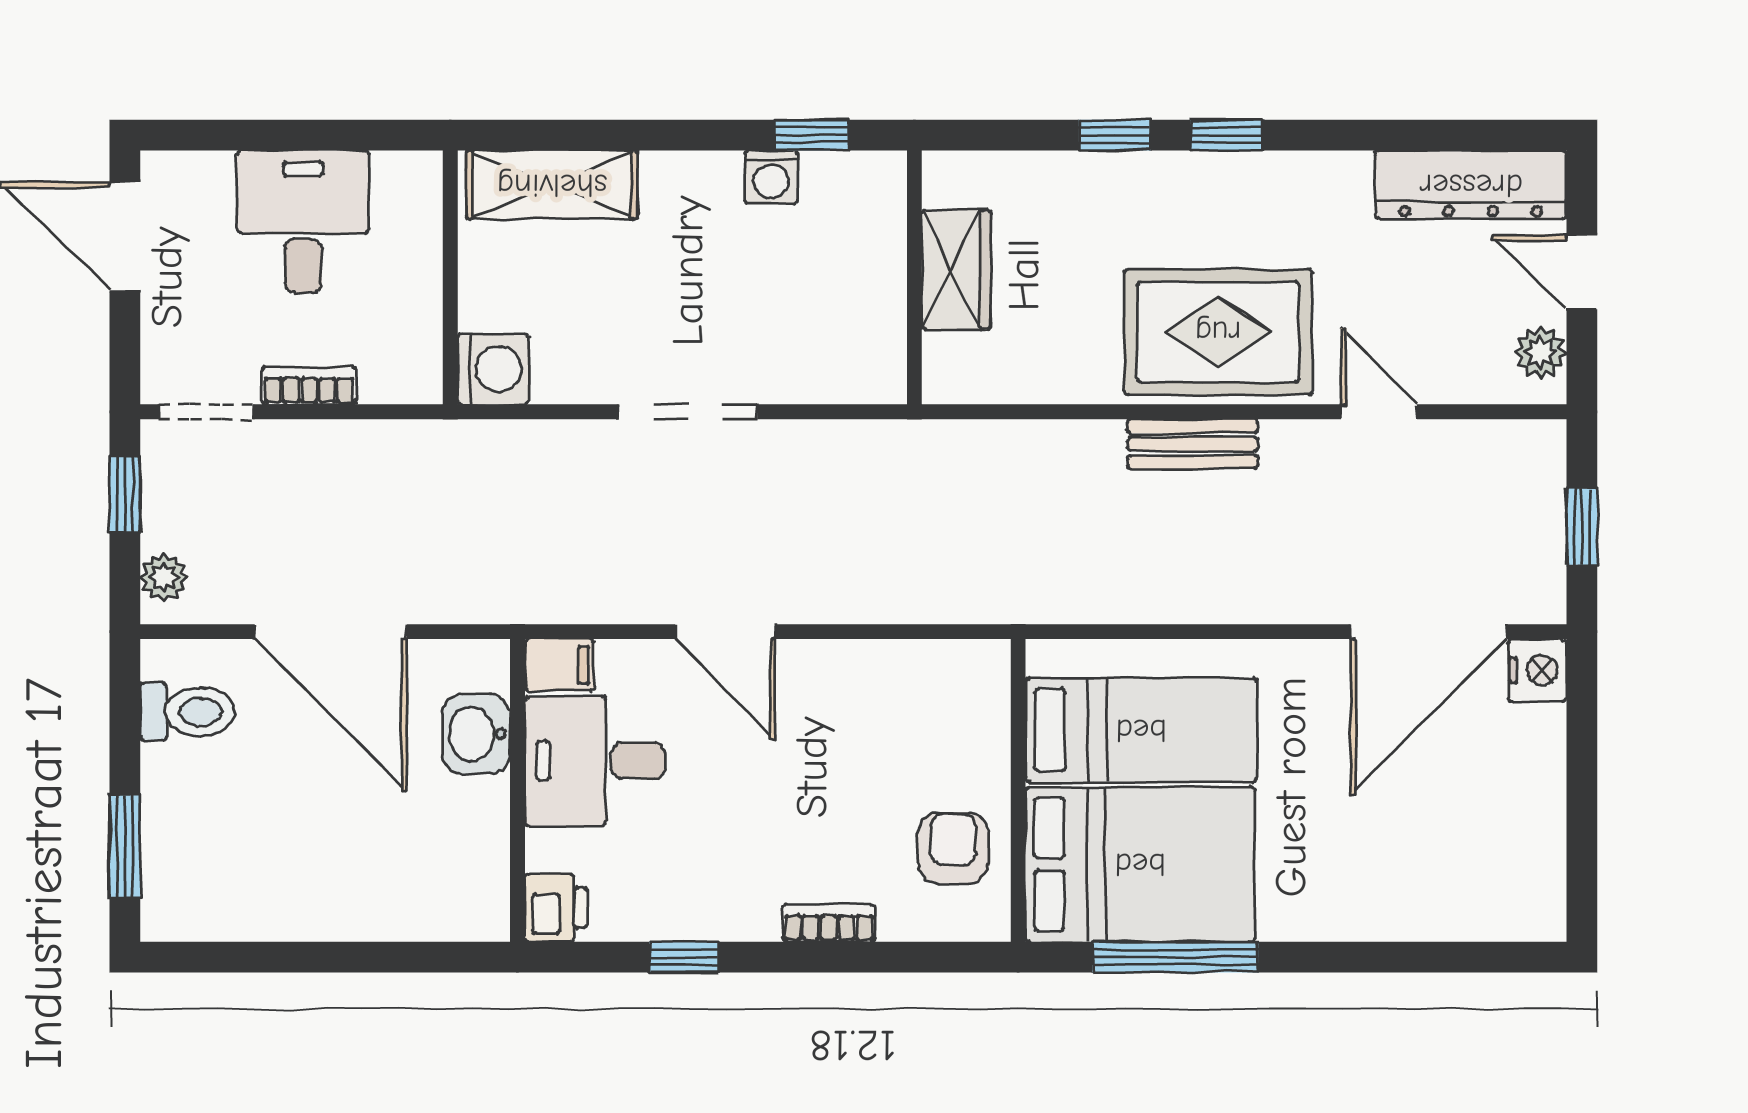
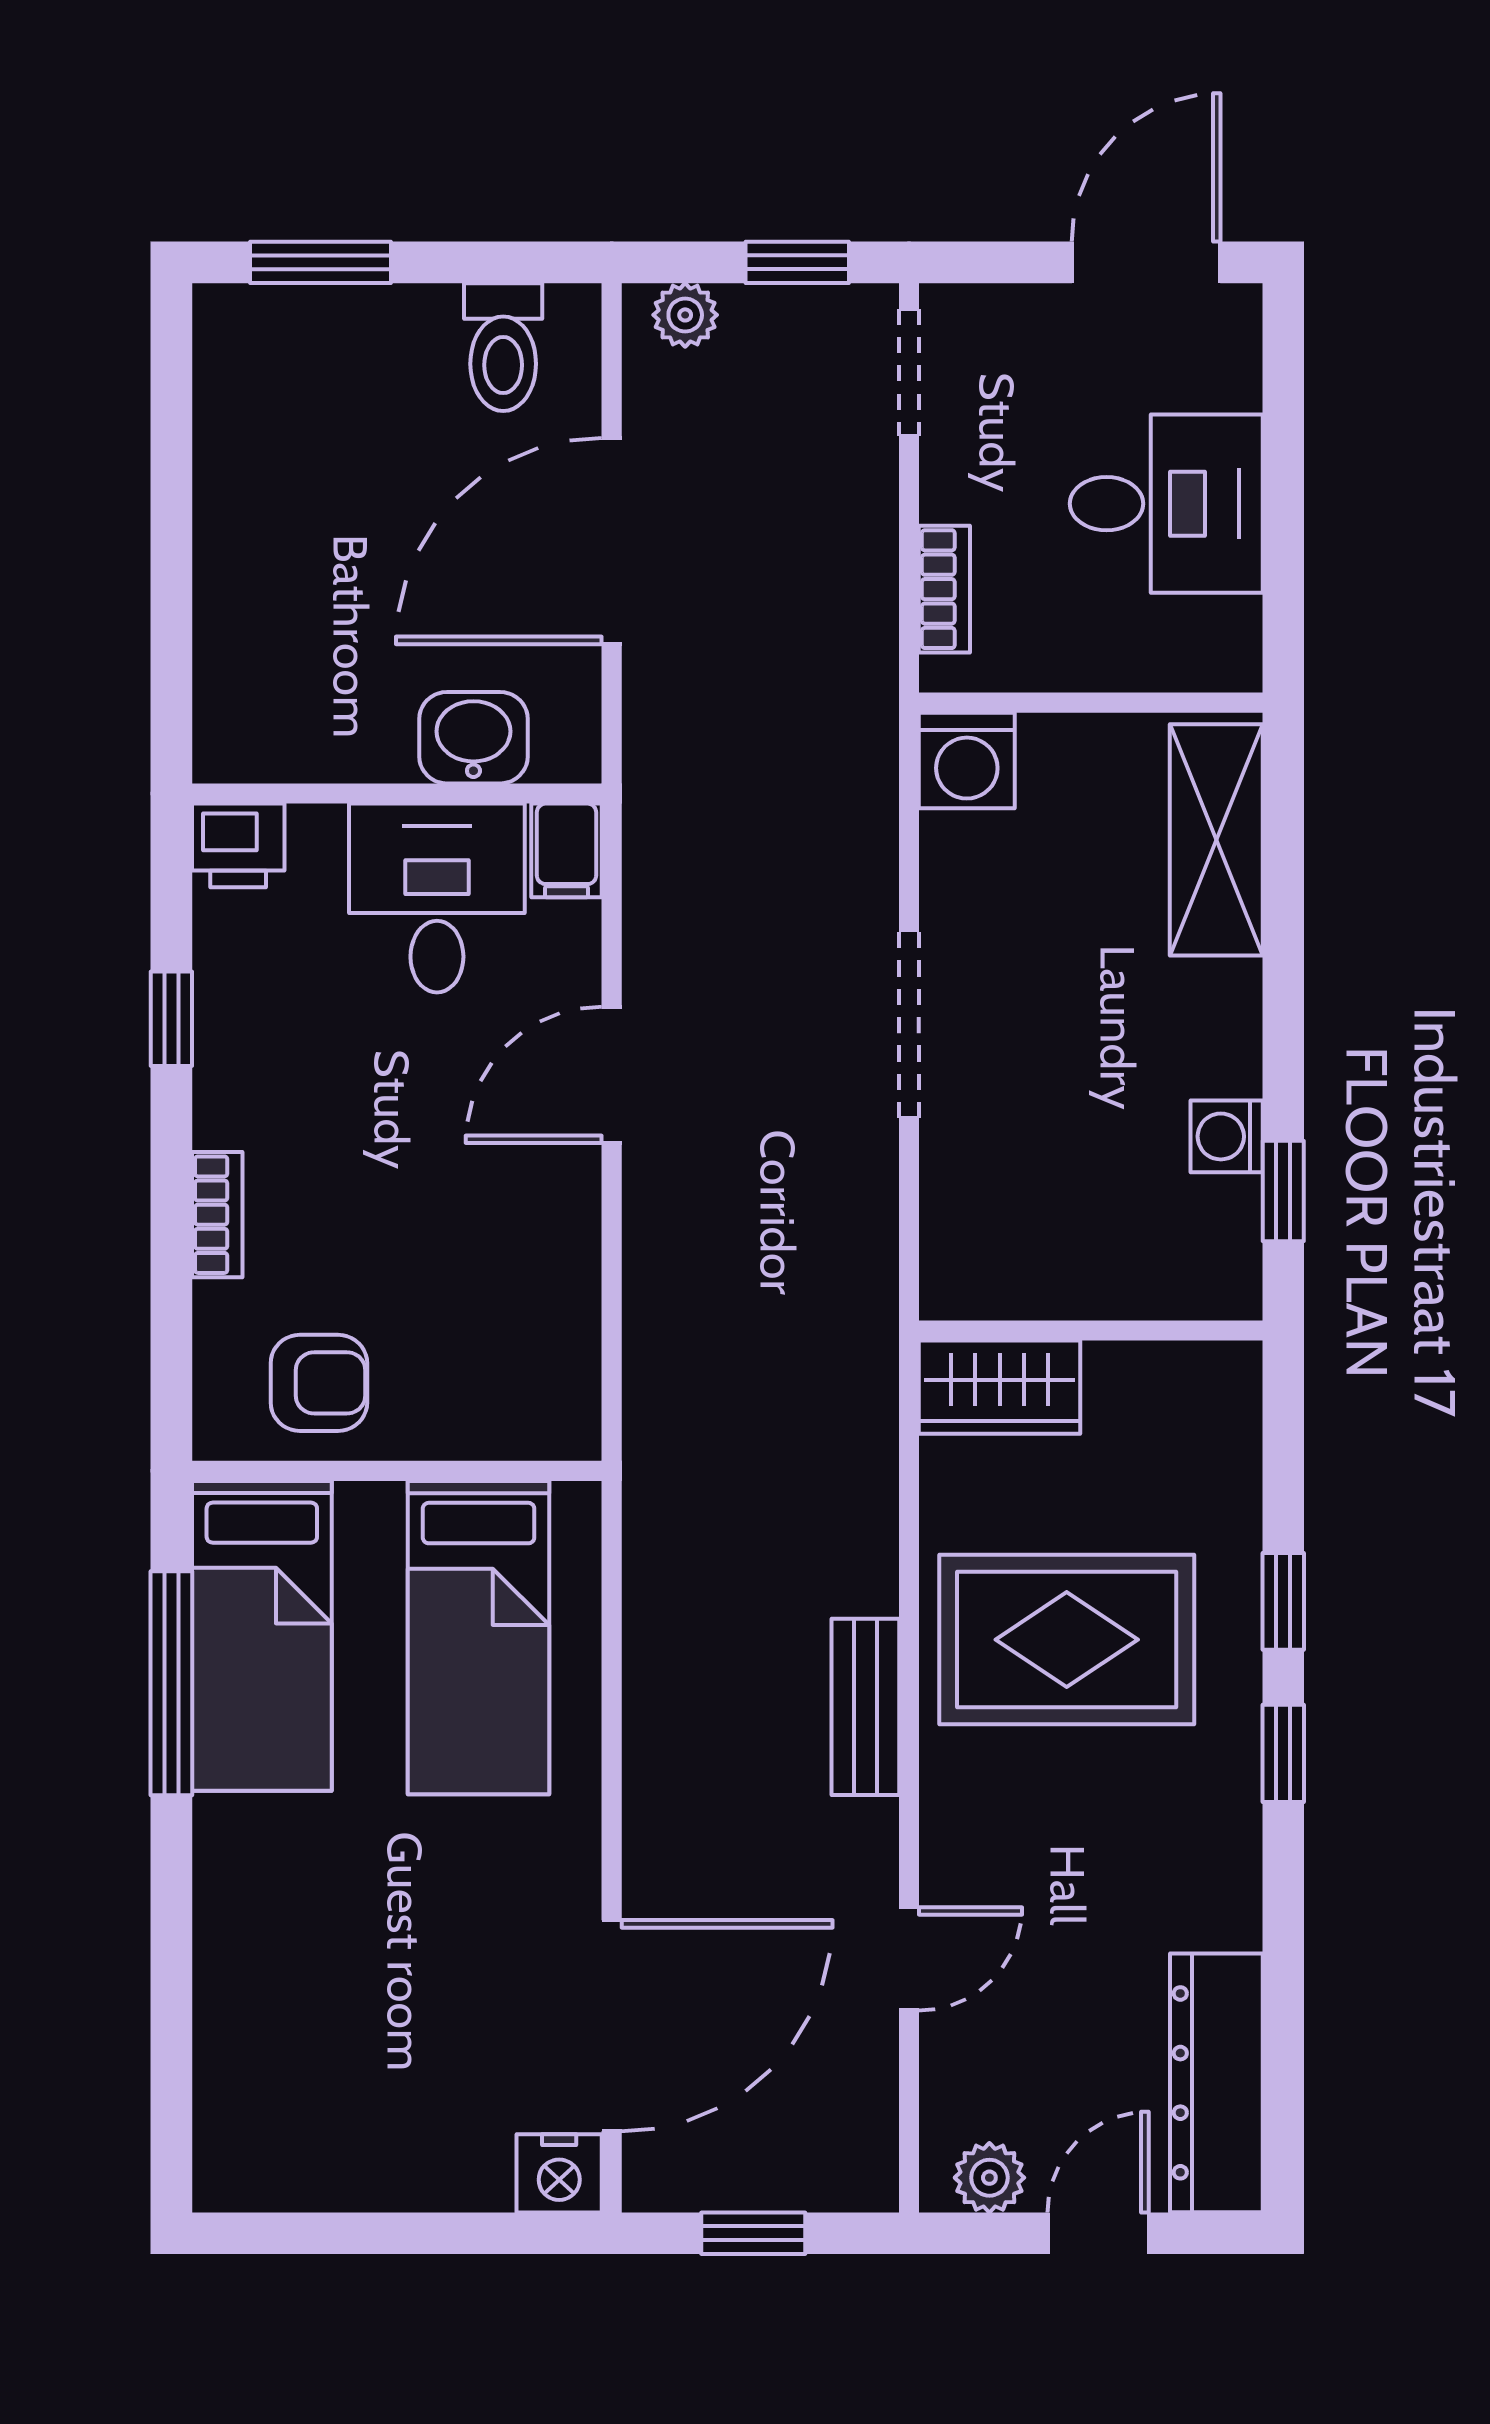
wardrobe: (956, 270) -> (1000, 1387), moved
rug: (1218, 332) -> (1067, 1640), moved, turned 90
bookcase: (309, 386) -> (944, 589), moved
door: (1428, 632) -> (612, 2026), swing flipped
bed: (1140, 864) -> (262, 1636), width x0.67

